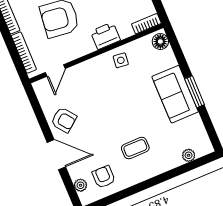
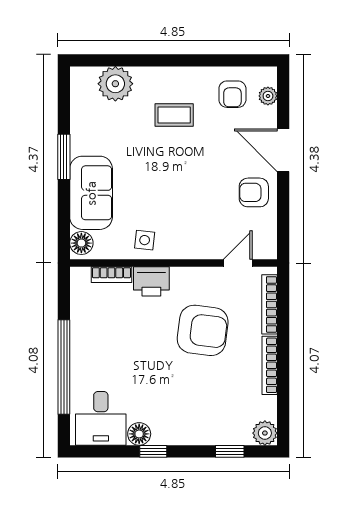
bookcase: (146, 24) -> (111, 275), moved
sofa: (175, 94) -> (91, 193), moved
armchair: (64, 120) -> (254, 192), turned -52
plant: (189, 155) -> (115, 84), width x1.87, depth x1.87

